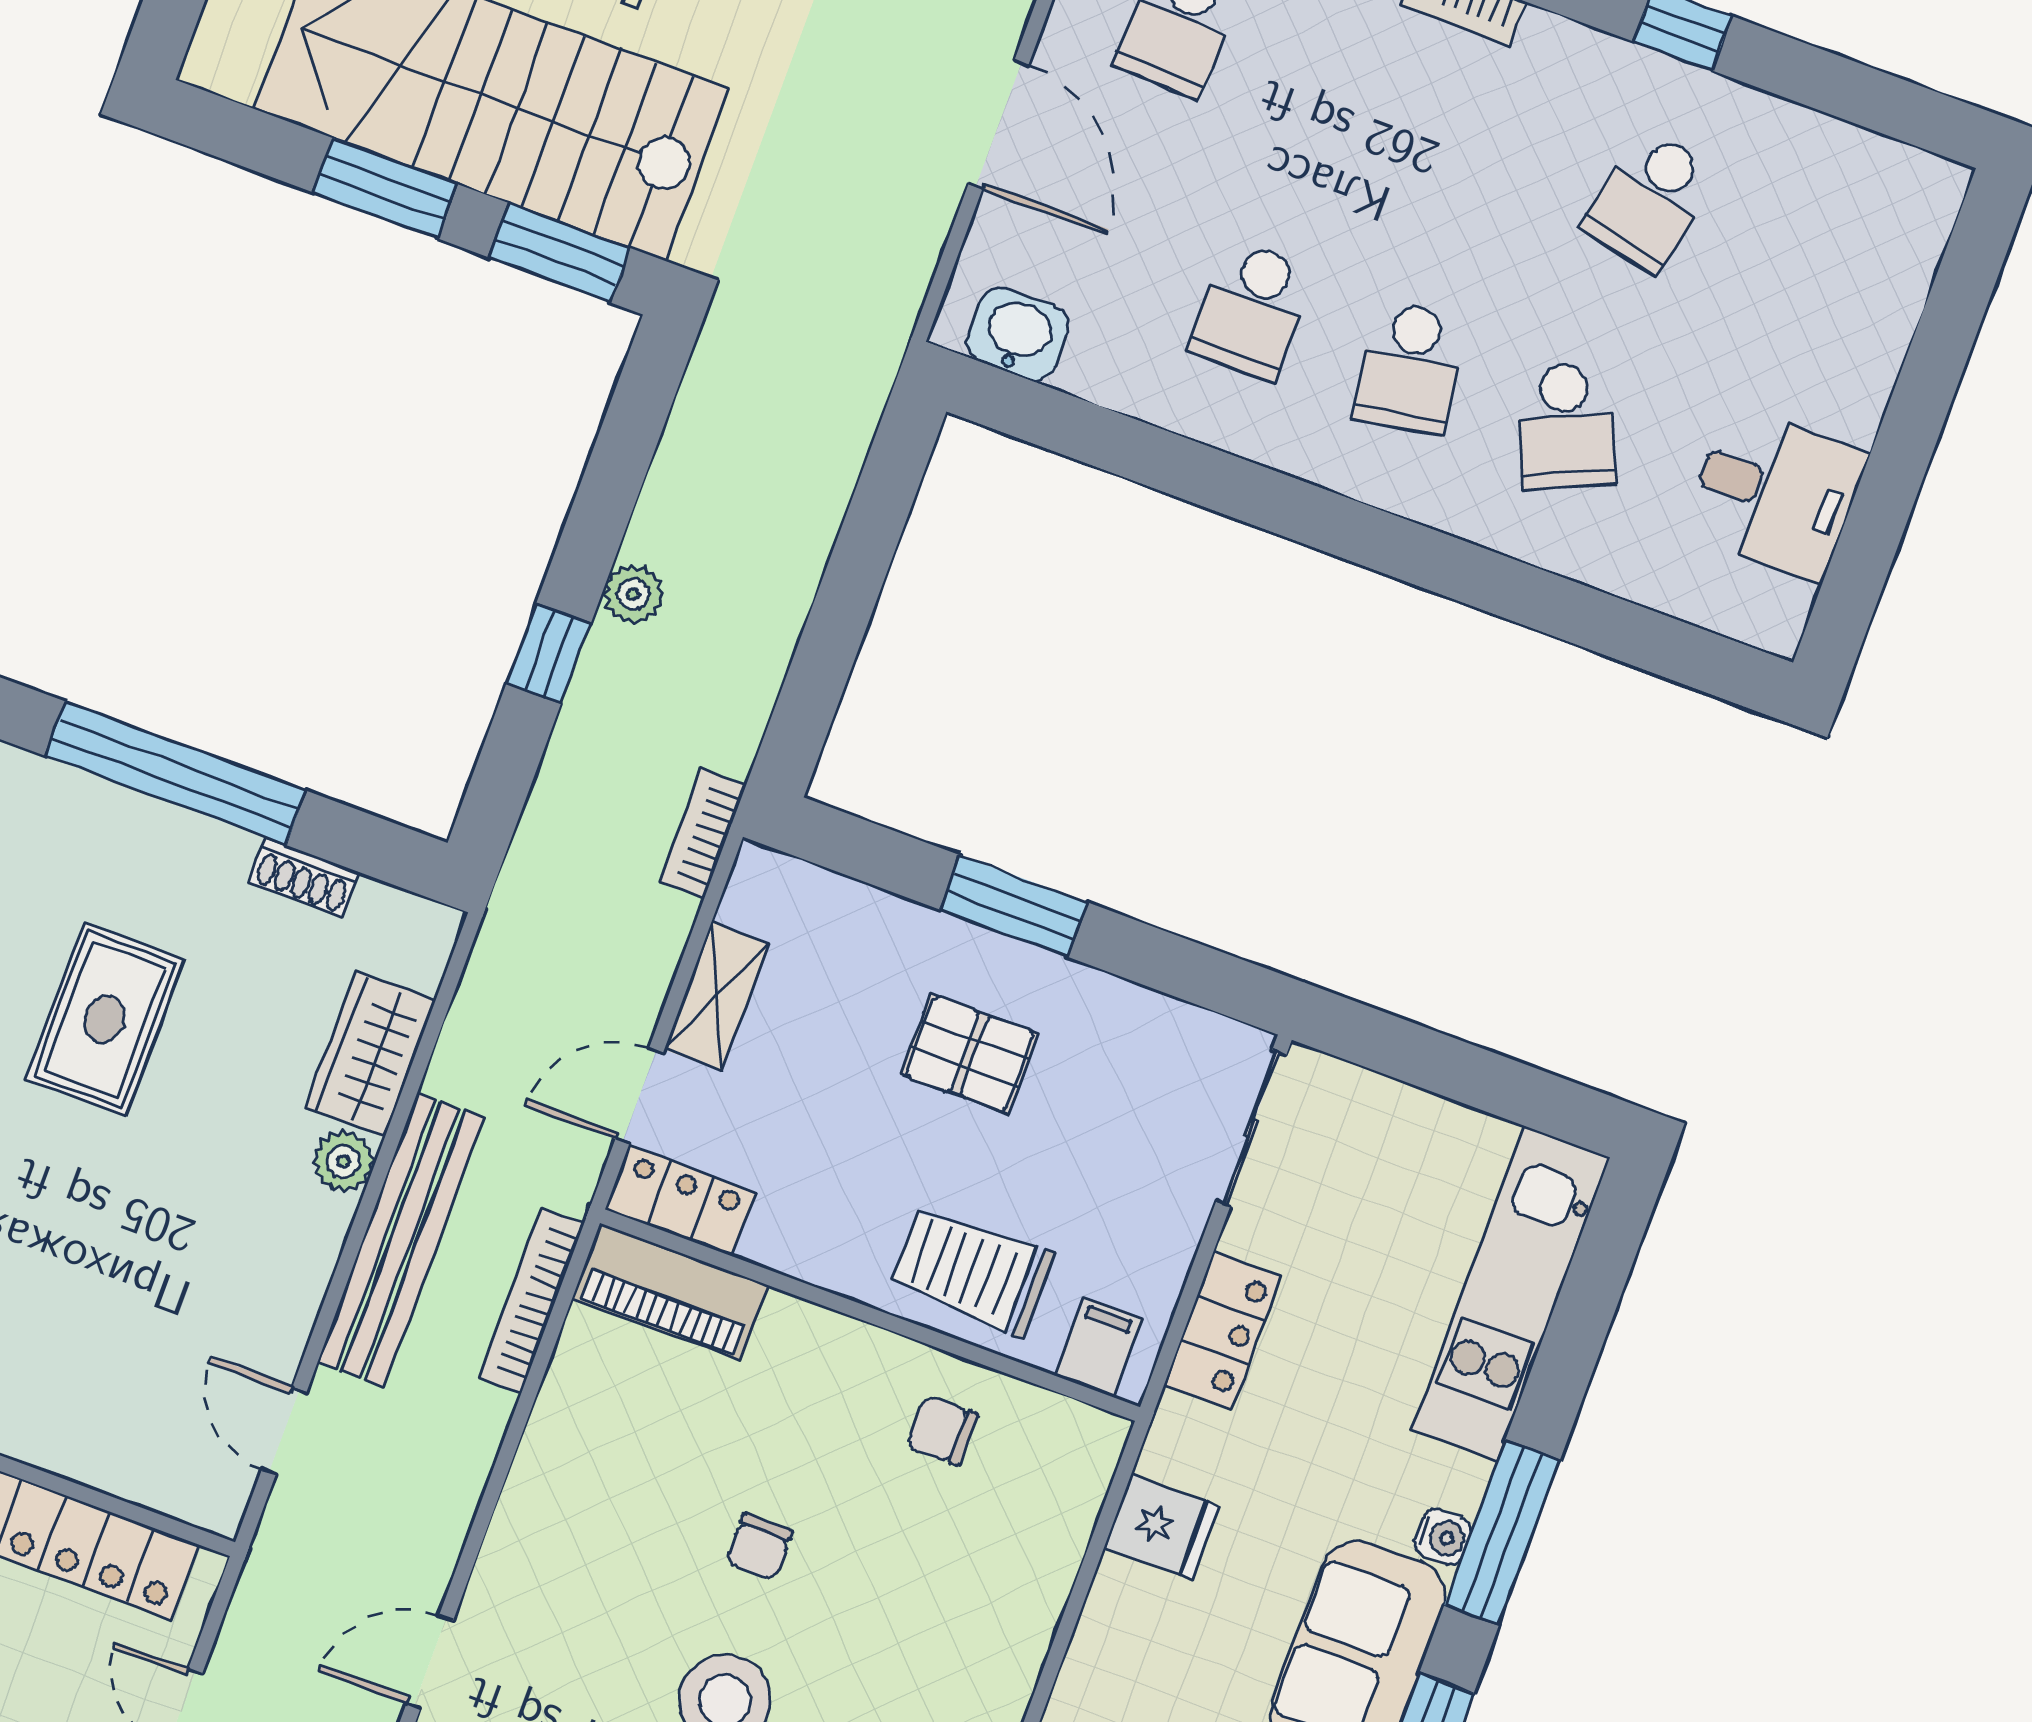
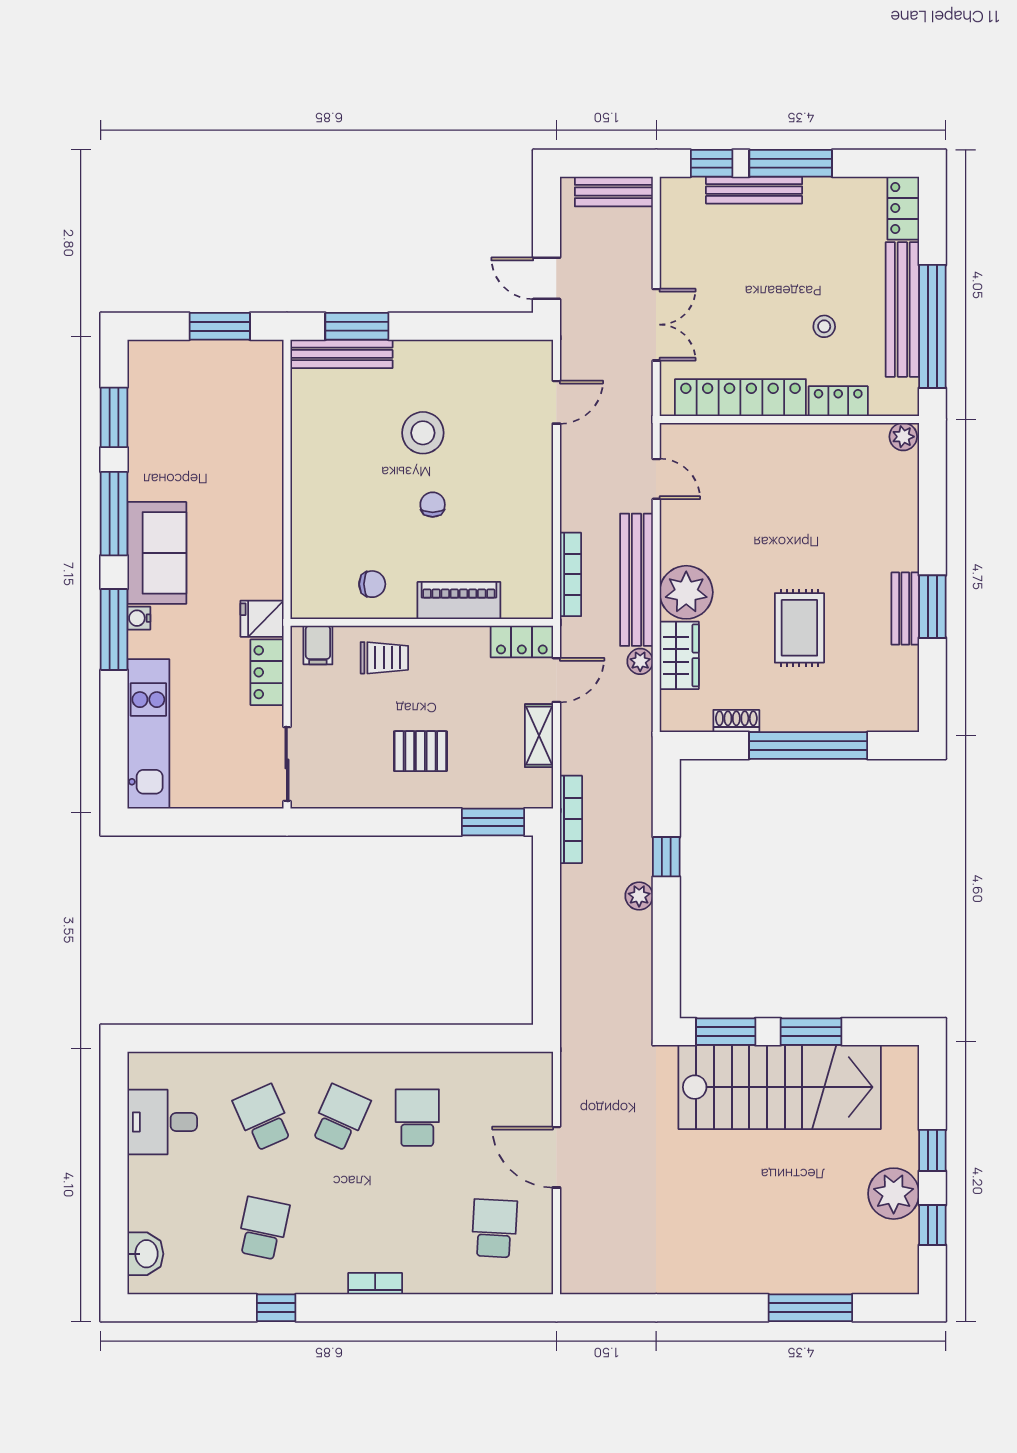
washbasin: (1018, 334) -> (145, 1254), moved, turned -90
school desk: (1409, 368) -> (340, 1118), turned 33
bookcase: (703, 833) -> (571, 819), width x1.56
window: (1014, 906) -> (493, 822), moved
plant: (455, 1071) -> (640, 661), added
plant: (343, 1161) -> (686, 592), width x1.88, depth x1.88
trolley: (973, 1271) -> (384, 658), width x0.73, depth x0.72
piano: (670, 1292) -> (459, 601), moved
fridge: (1161, 1527) -> (262, 619), moved

